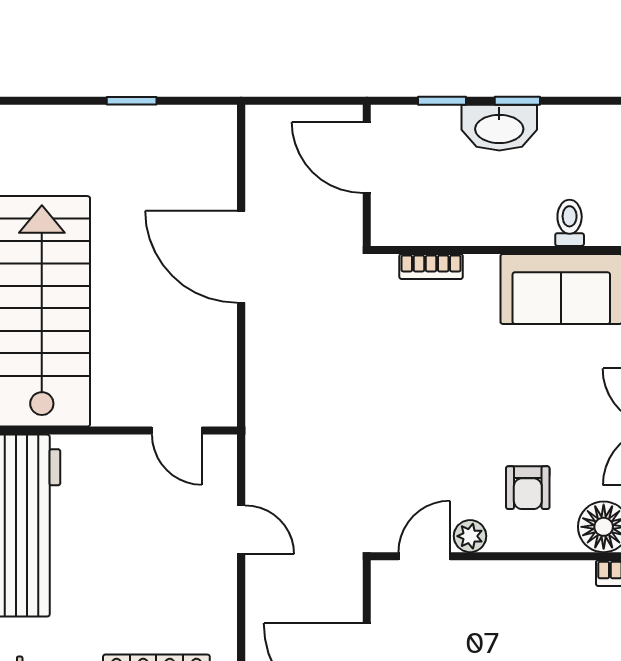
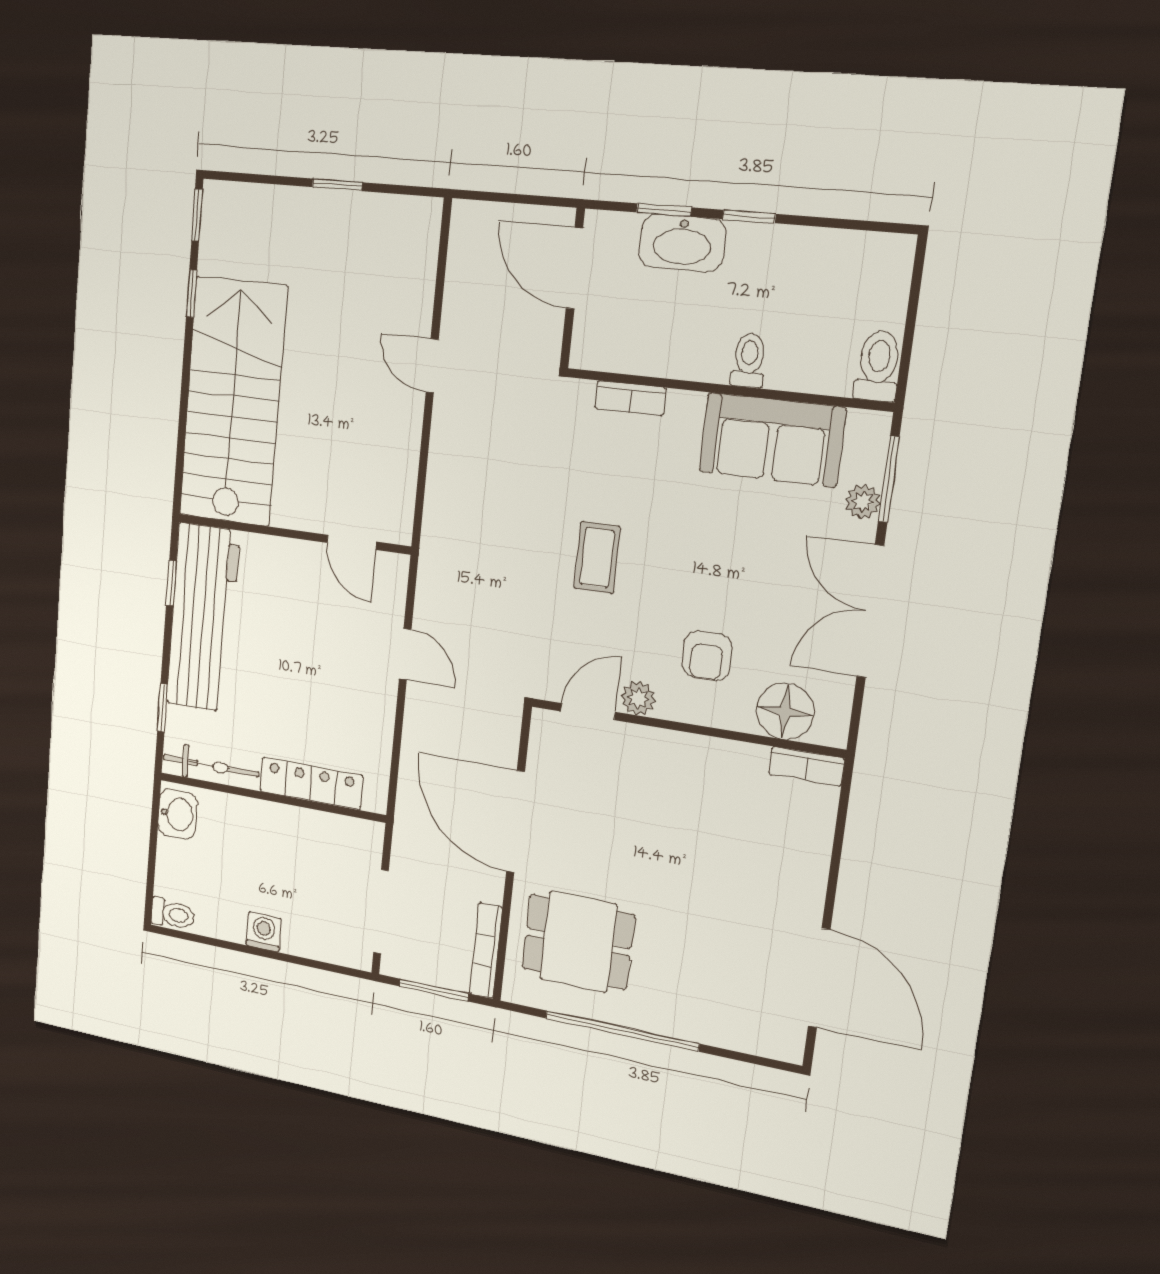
washbasin: (499, 128) -> (682, 243), moved
toilet: (570, 223) -> (749, 360), moved
door: (241, 257) -> (432, 366), width x0.53
coffee table: (417, 413) -> (597, 557), added

